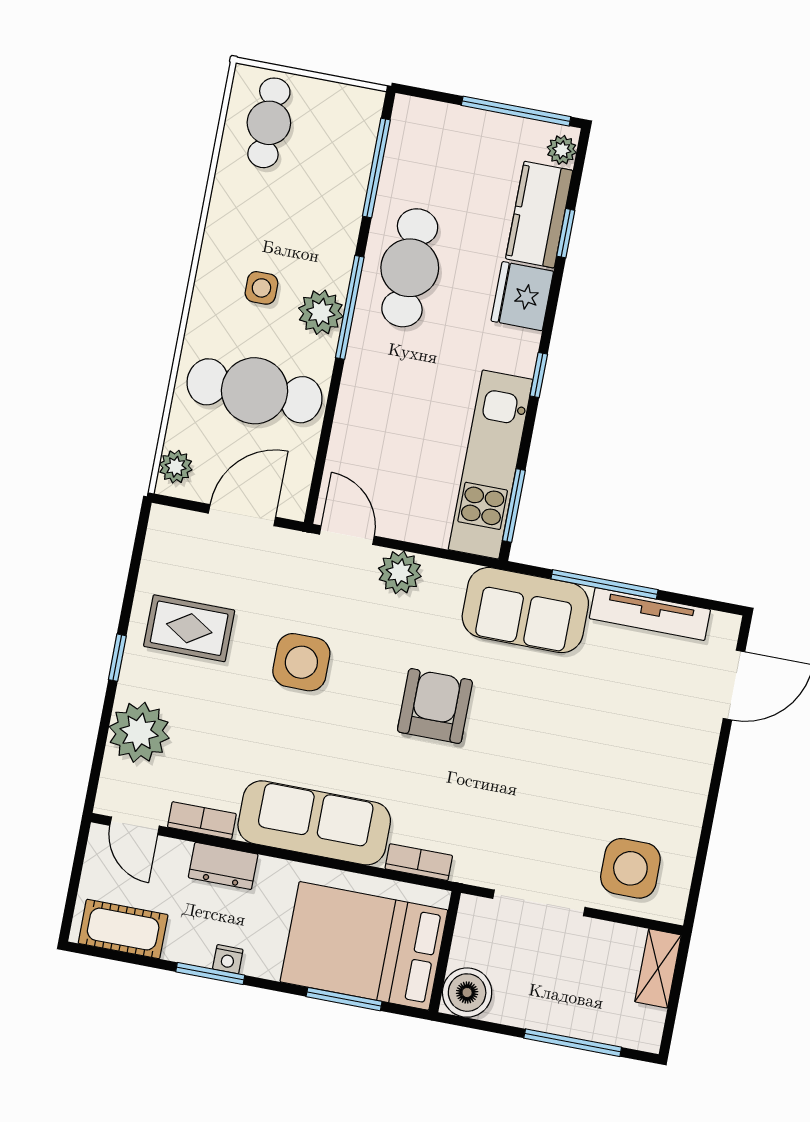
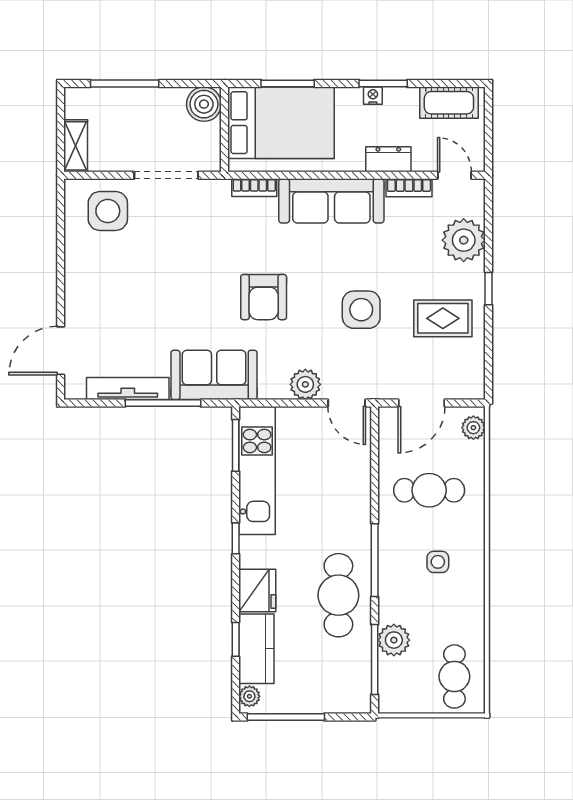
plant: (321, 312) -> (394, 640), moved
cafe table: (255, 391) -> (429, 490), width x0.73, depth x0.74

